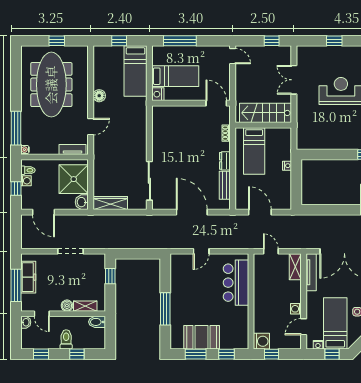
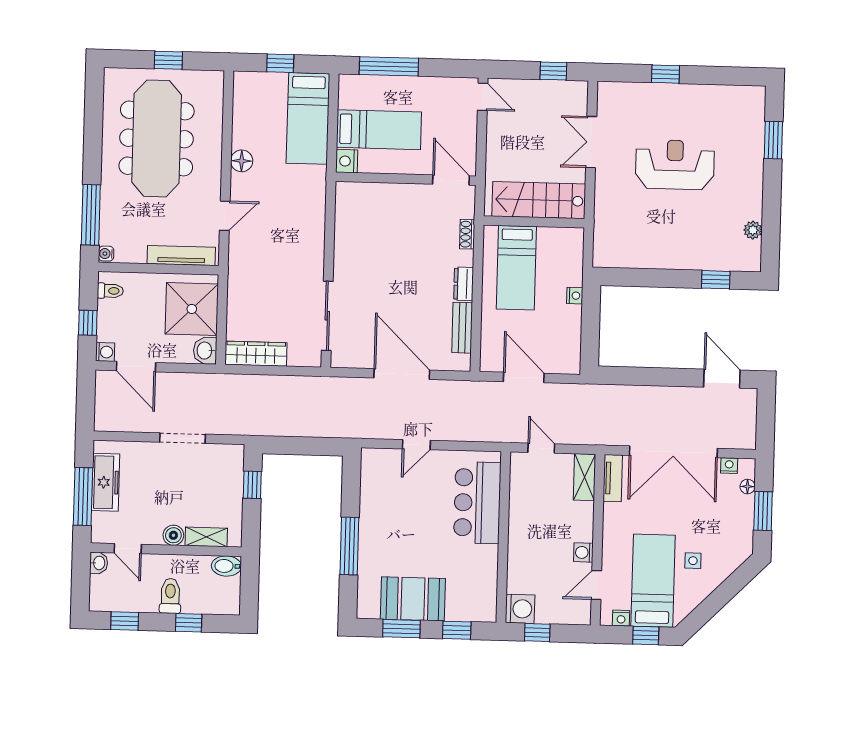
tv unit: (72, 149) -> (181, 255), width x1.41
washing machine: (26, 181) -> (105, 352), moved
tv unit: (311, 272) -> (613, 478), width x0.71

